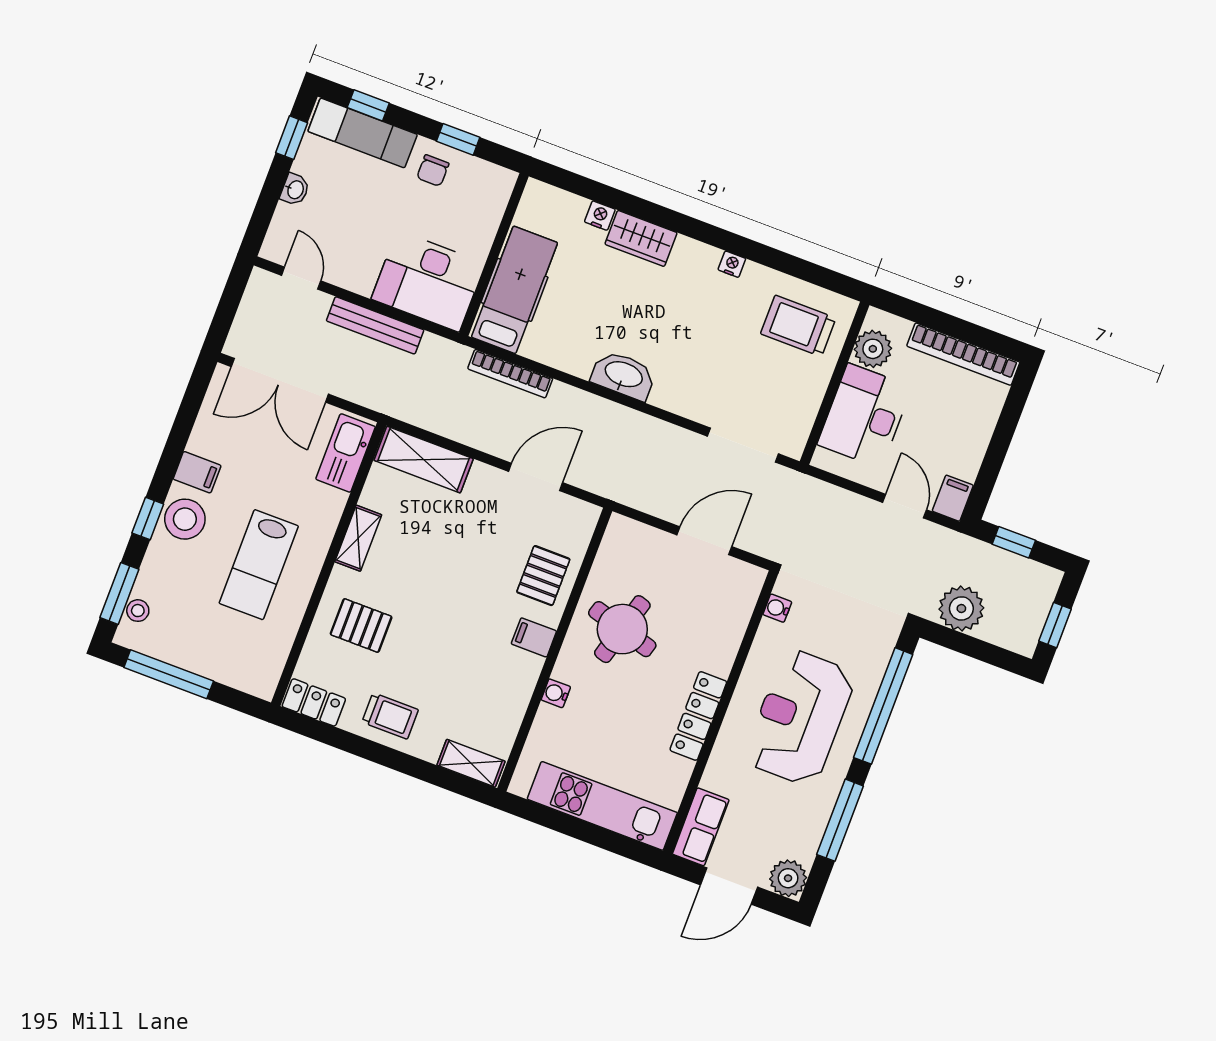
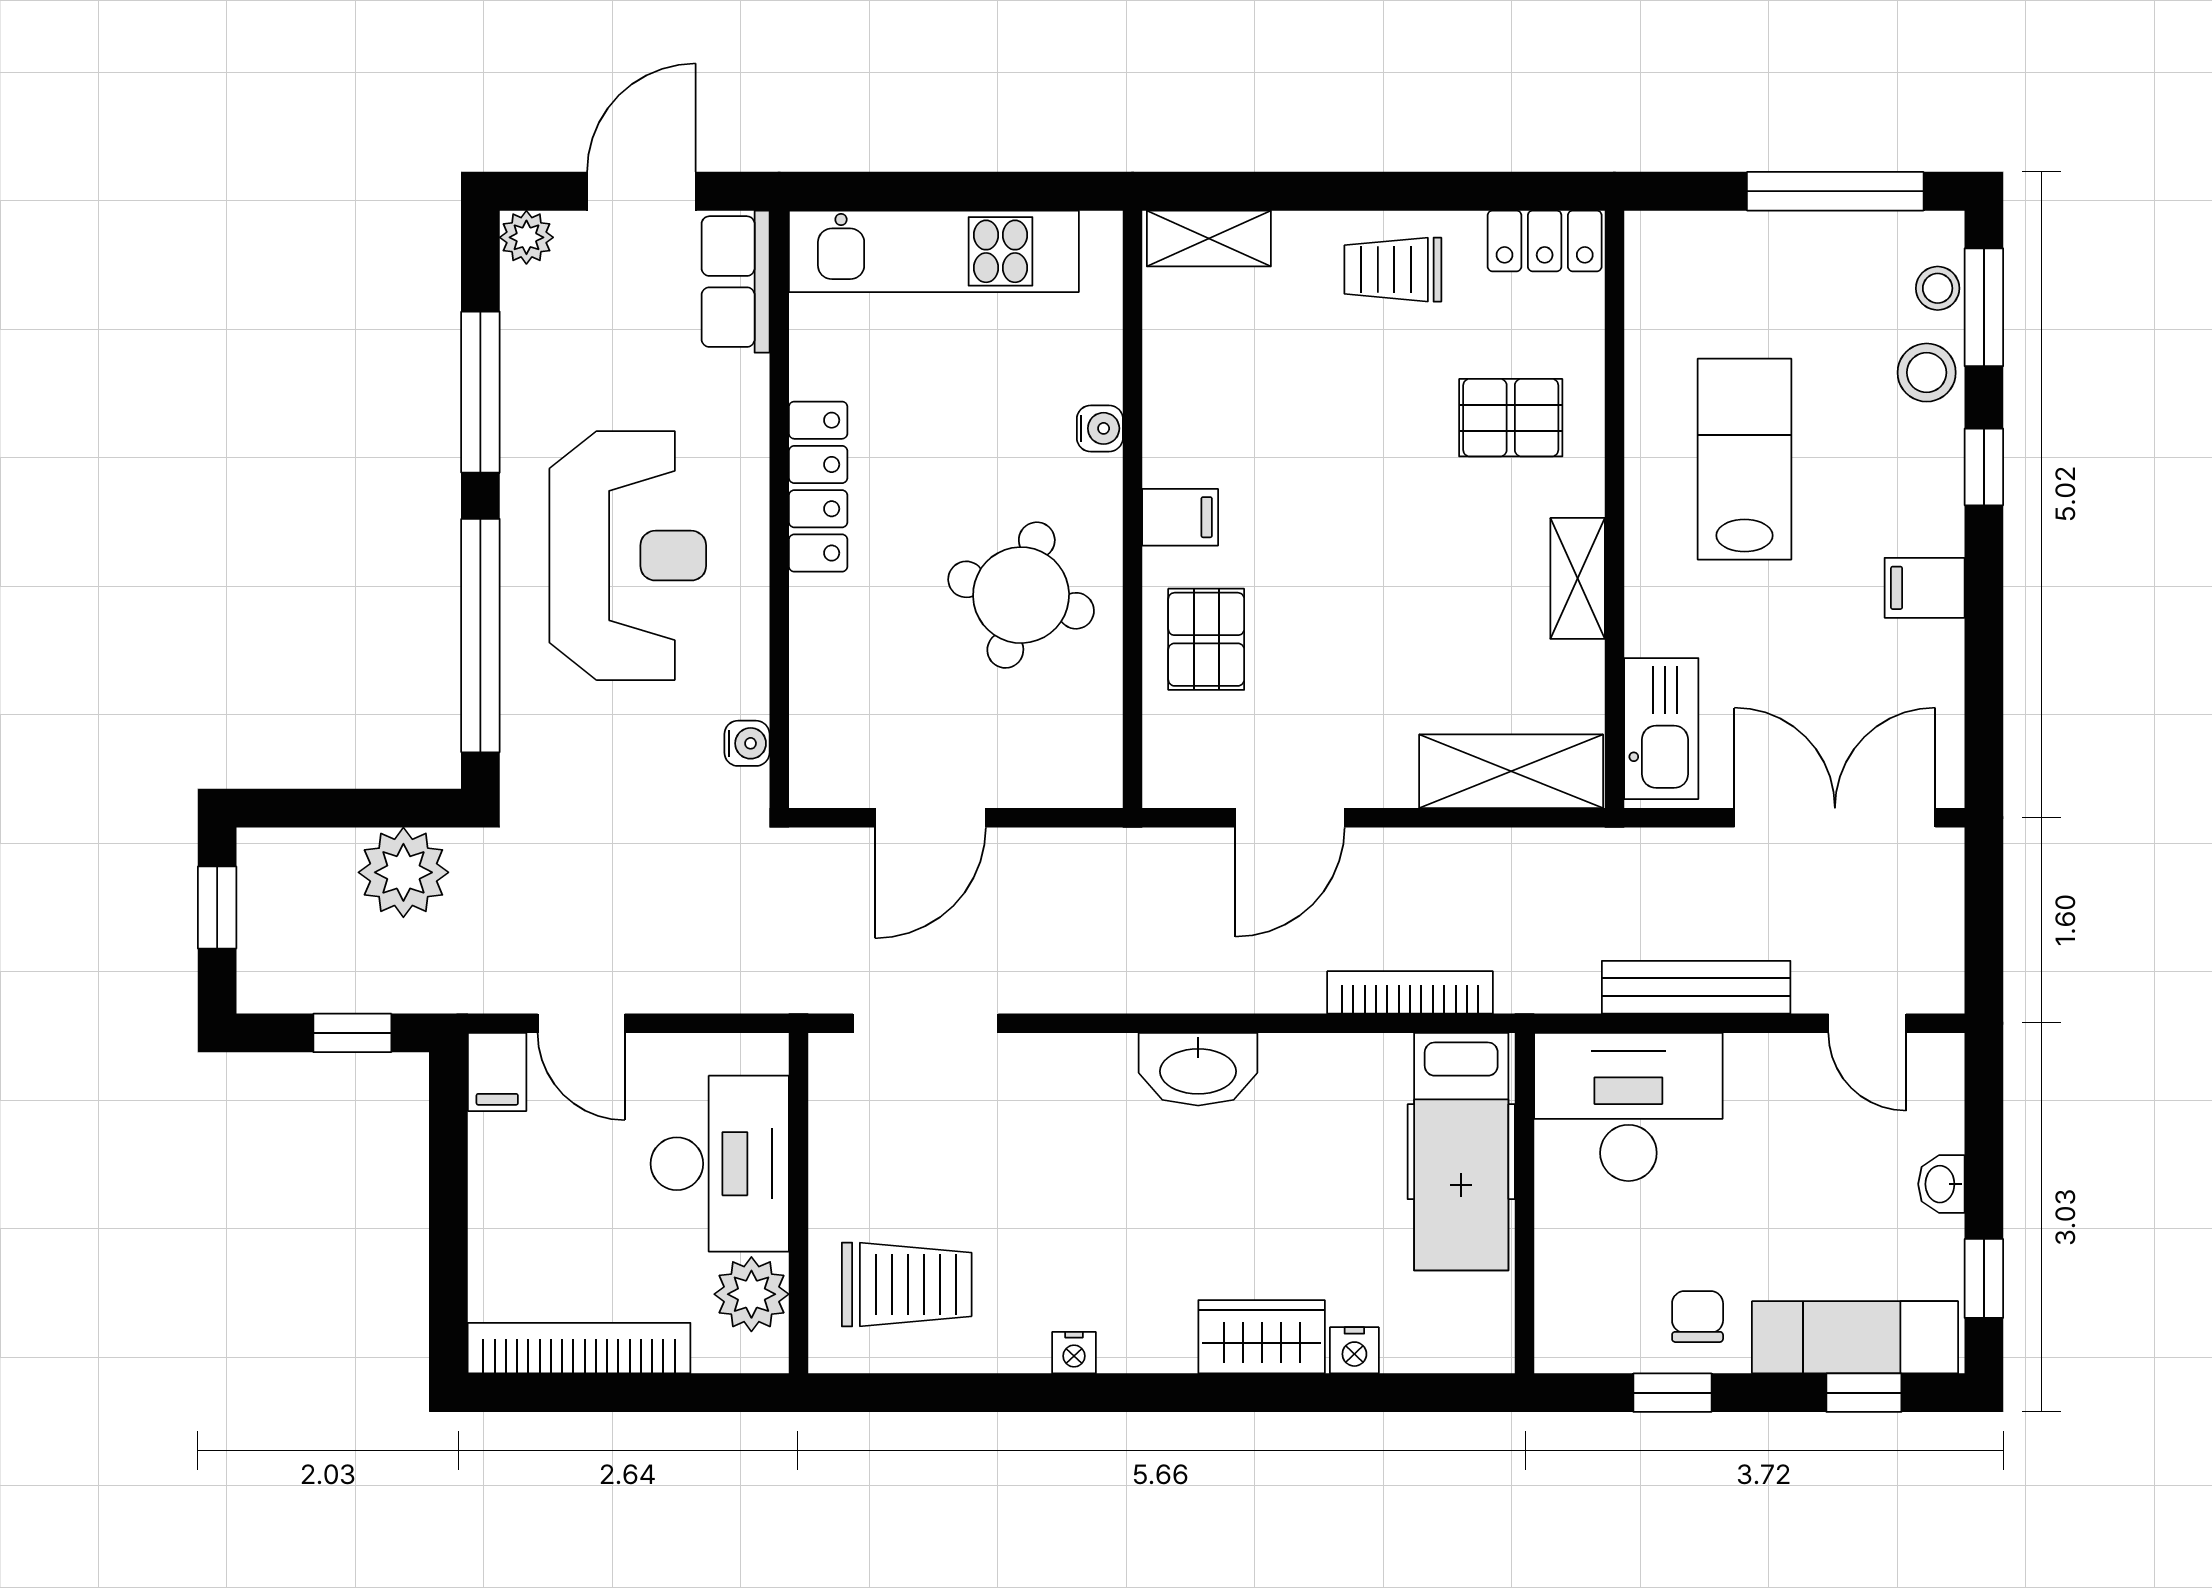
stool: (185, 519) -> (1927, 373), moved, width x0.73, depth x0.73
plant: (788, 878) -> (526, 237), width x0.73, depth x0.73

